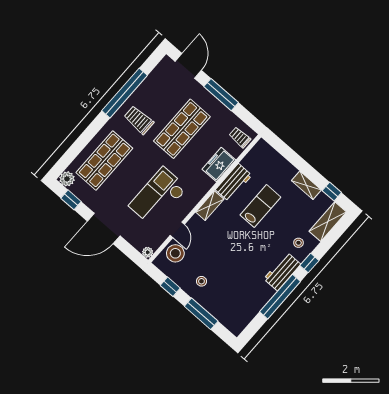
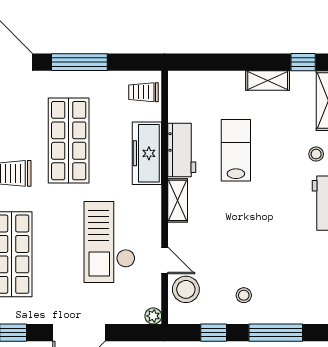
freezer: (219, 165) -> (147, 153), width x1.40

